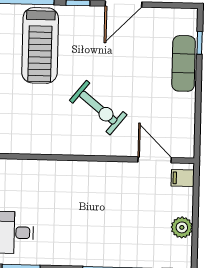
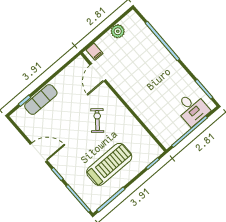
treadmill: (40, 45) -> (109, 164), moved
exercise bike: (98, 108) -> (97, 120), width x0.73, depth x0.72

